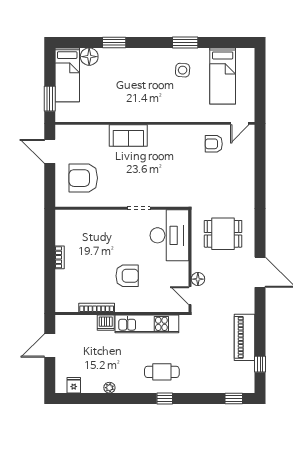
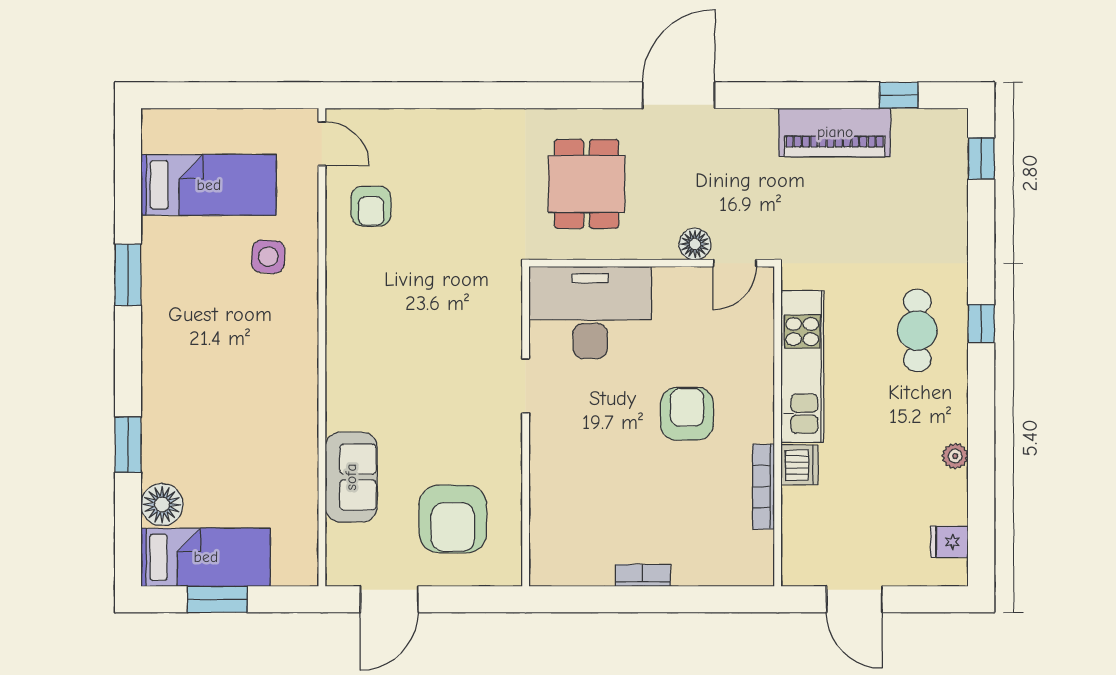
side table: (183, 70) -> (268, 257), moved
window: (50, 99) -> (217, 599), moved
sofa: (128, 136) -> (351, 477), moved

